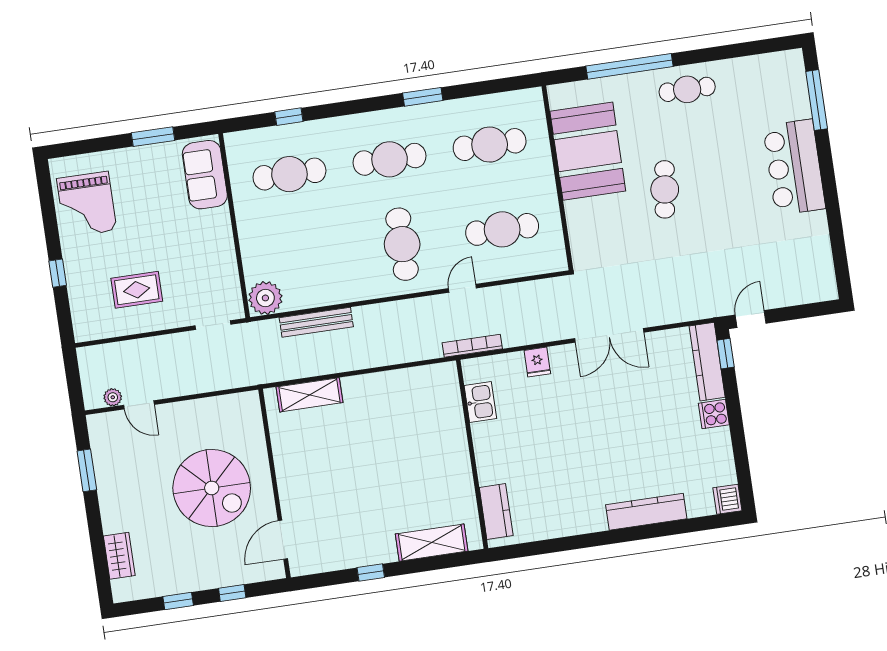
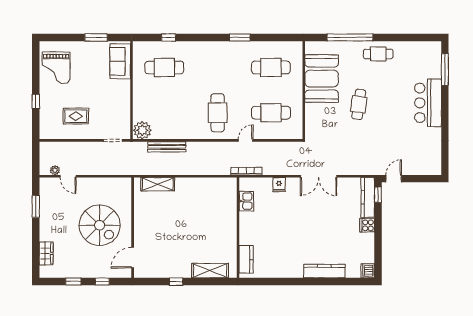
cafe table: (390, 159) -> (218, 68), removed

